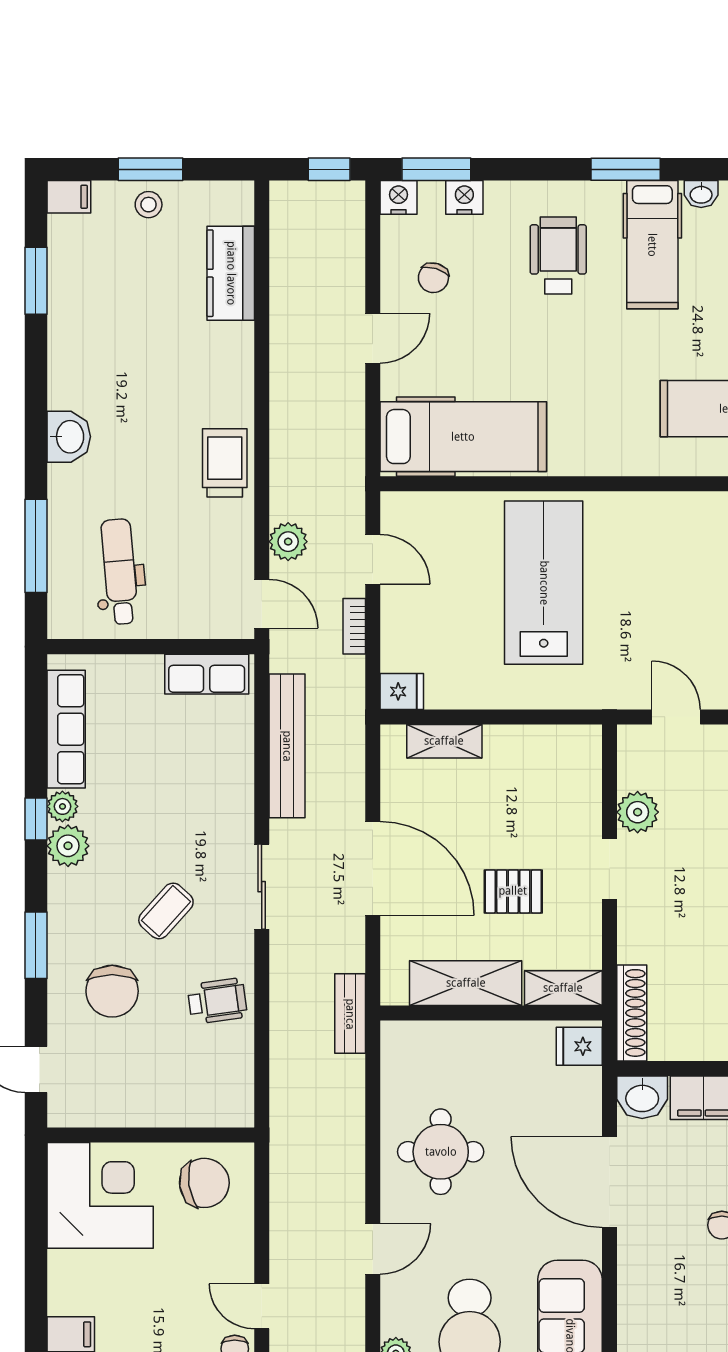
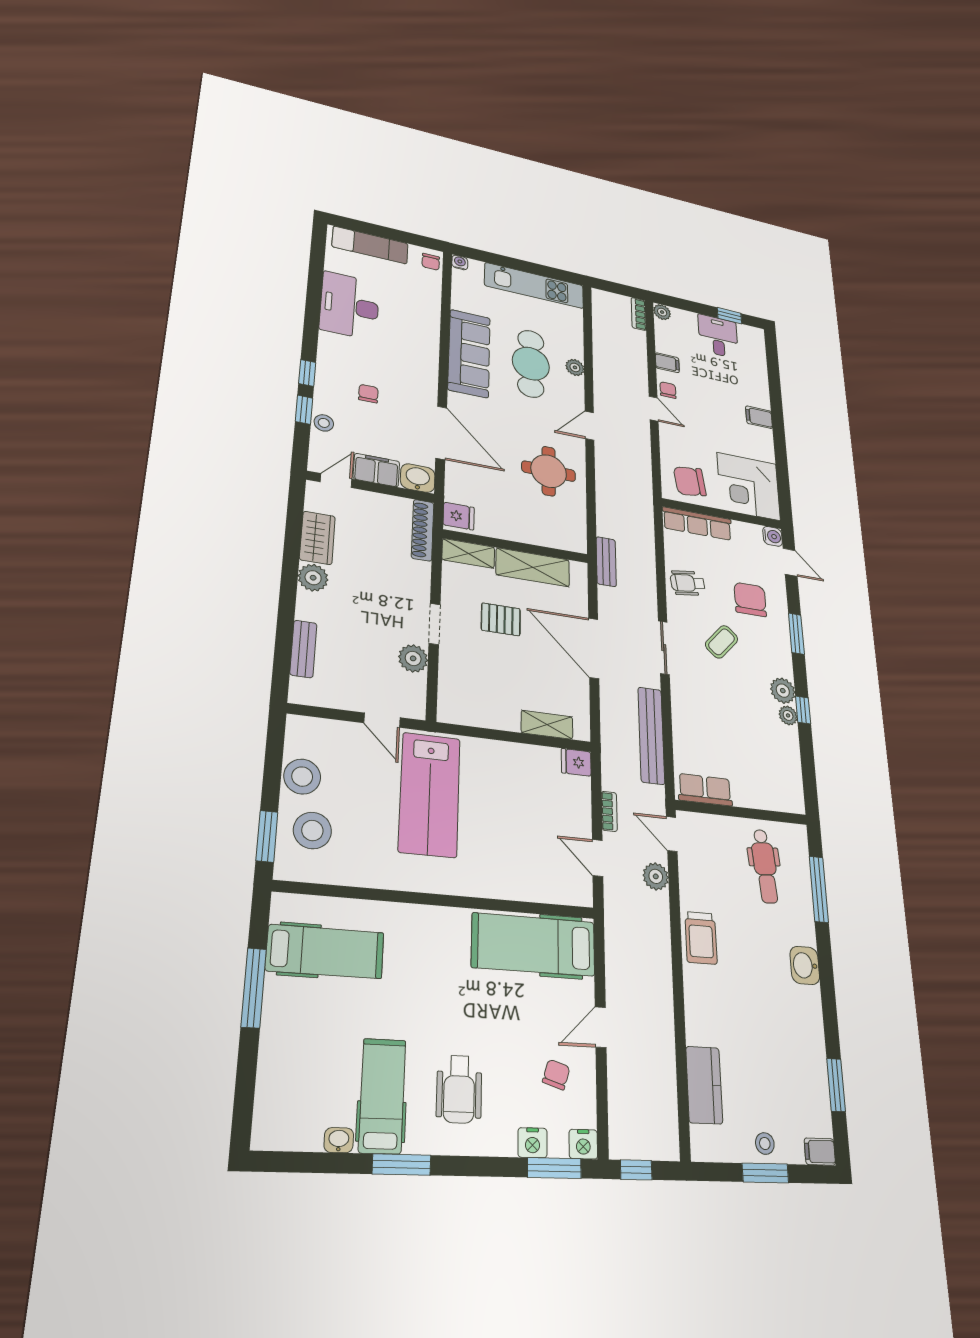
lab bench: (544, 583) -> (430, 794), moved
row of seats: (66, 729) -> (697, 524), moved, turned -90
water cooler: (64, 1111) -> (773, 536), added

